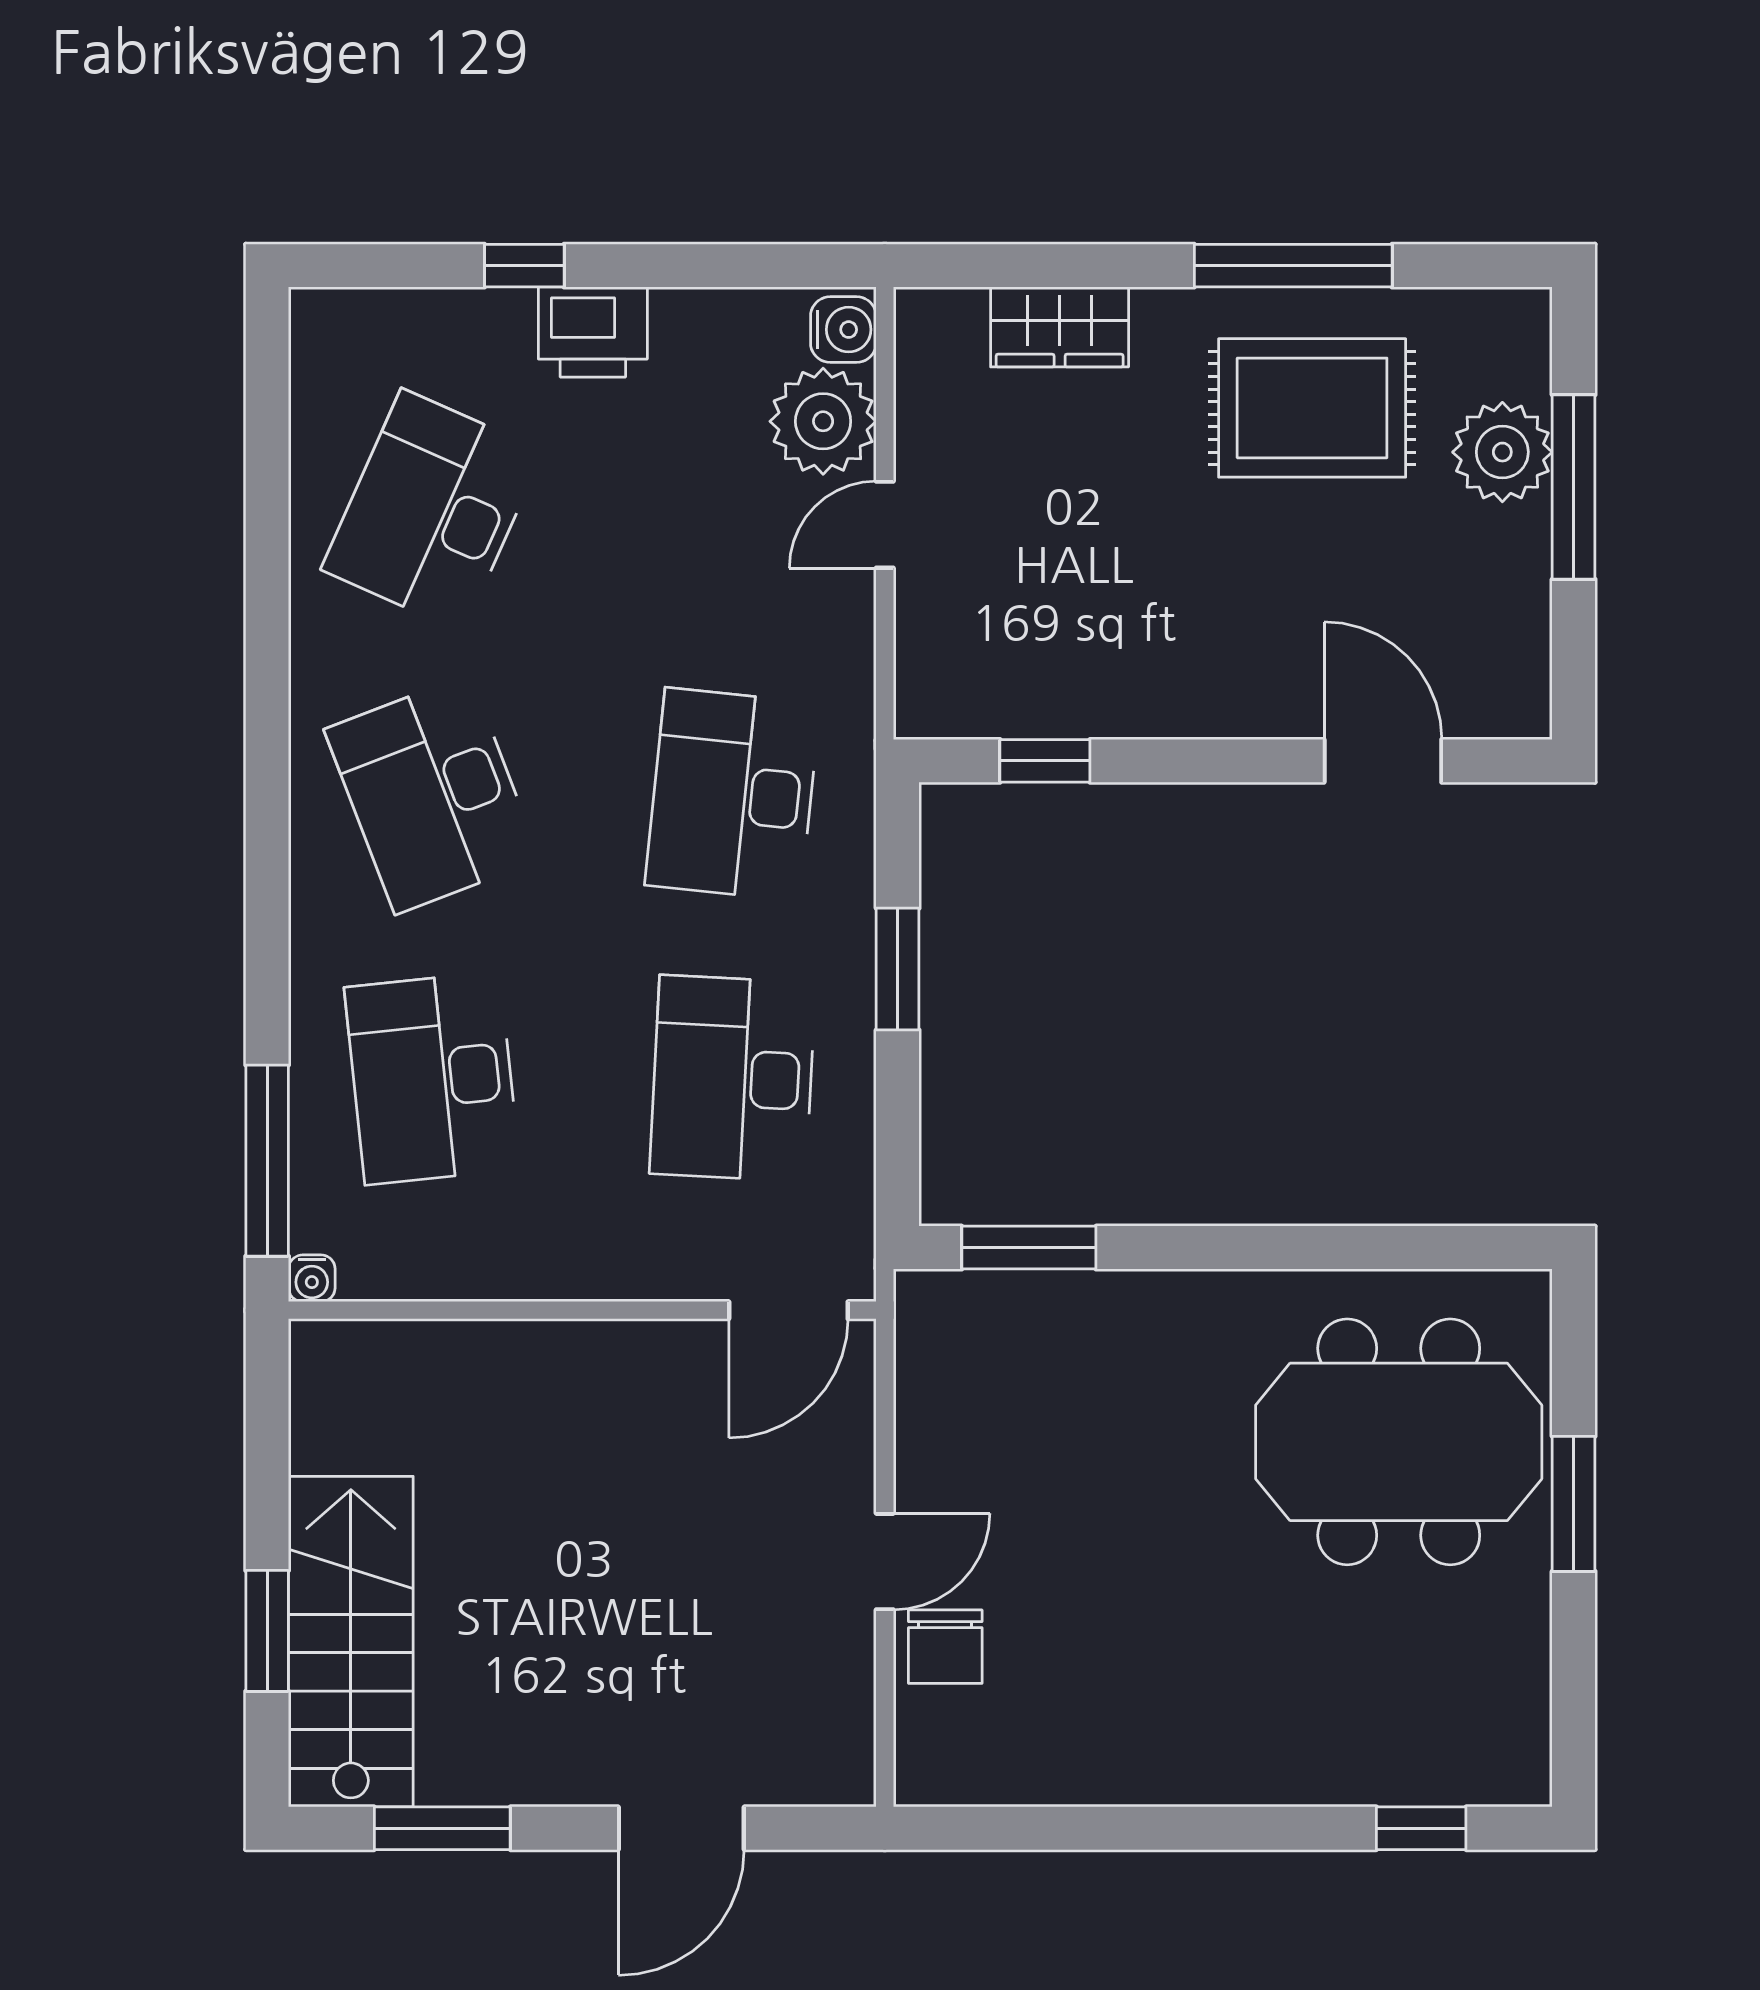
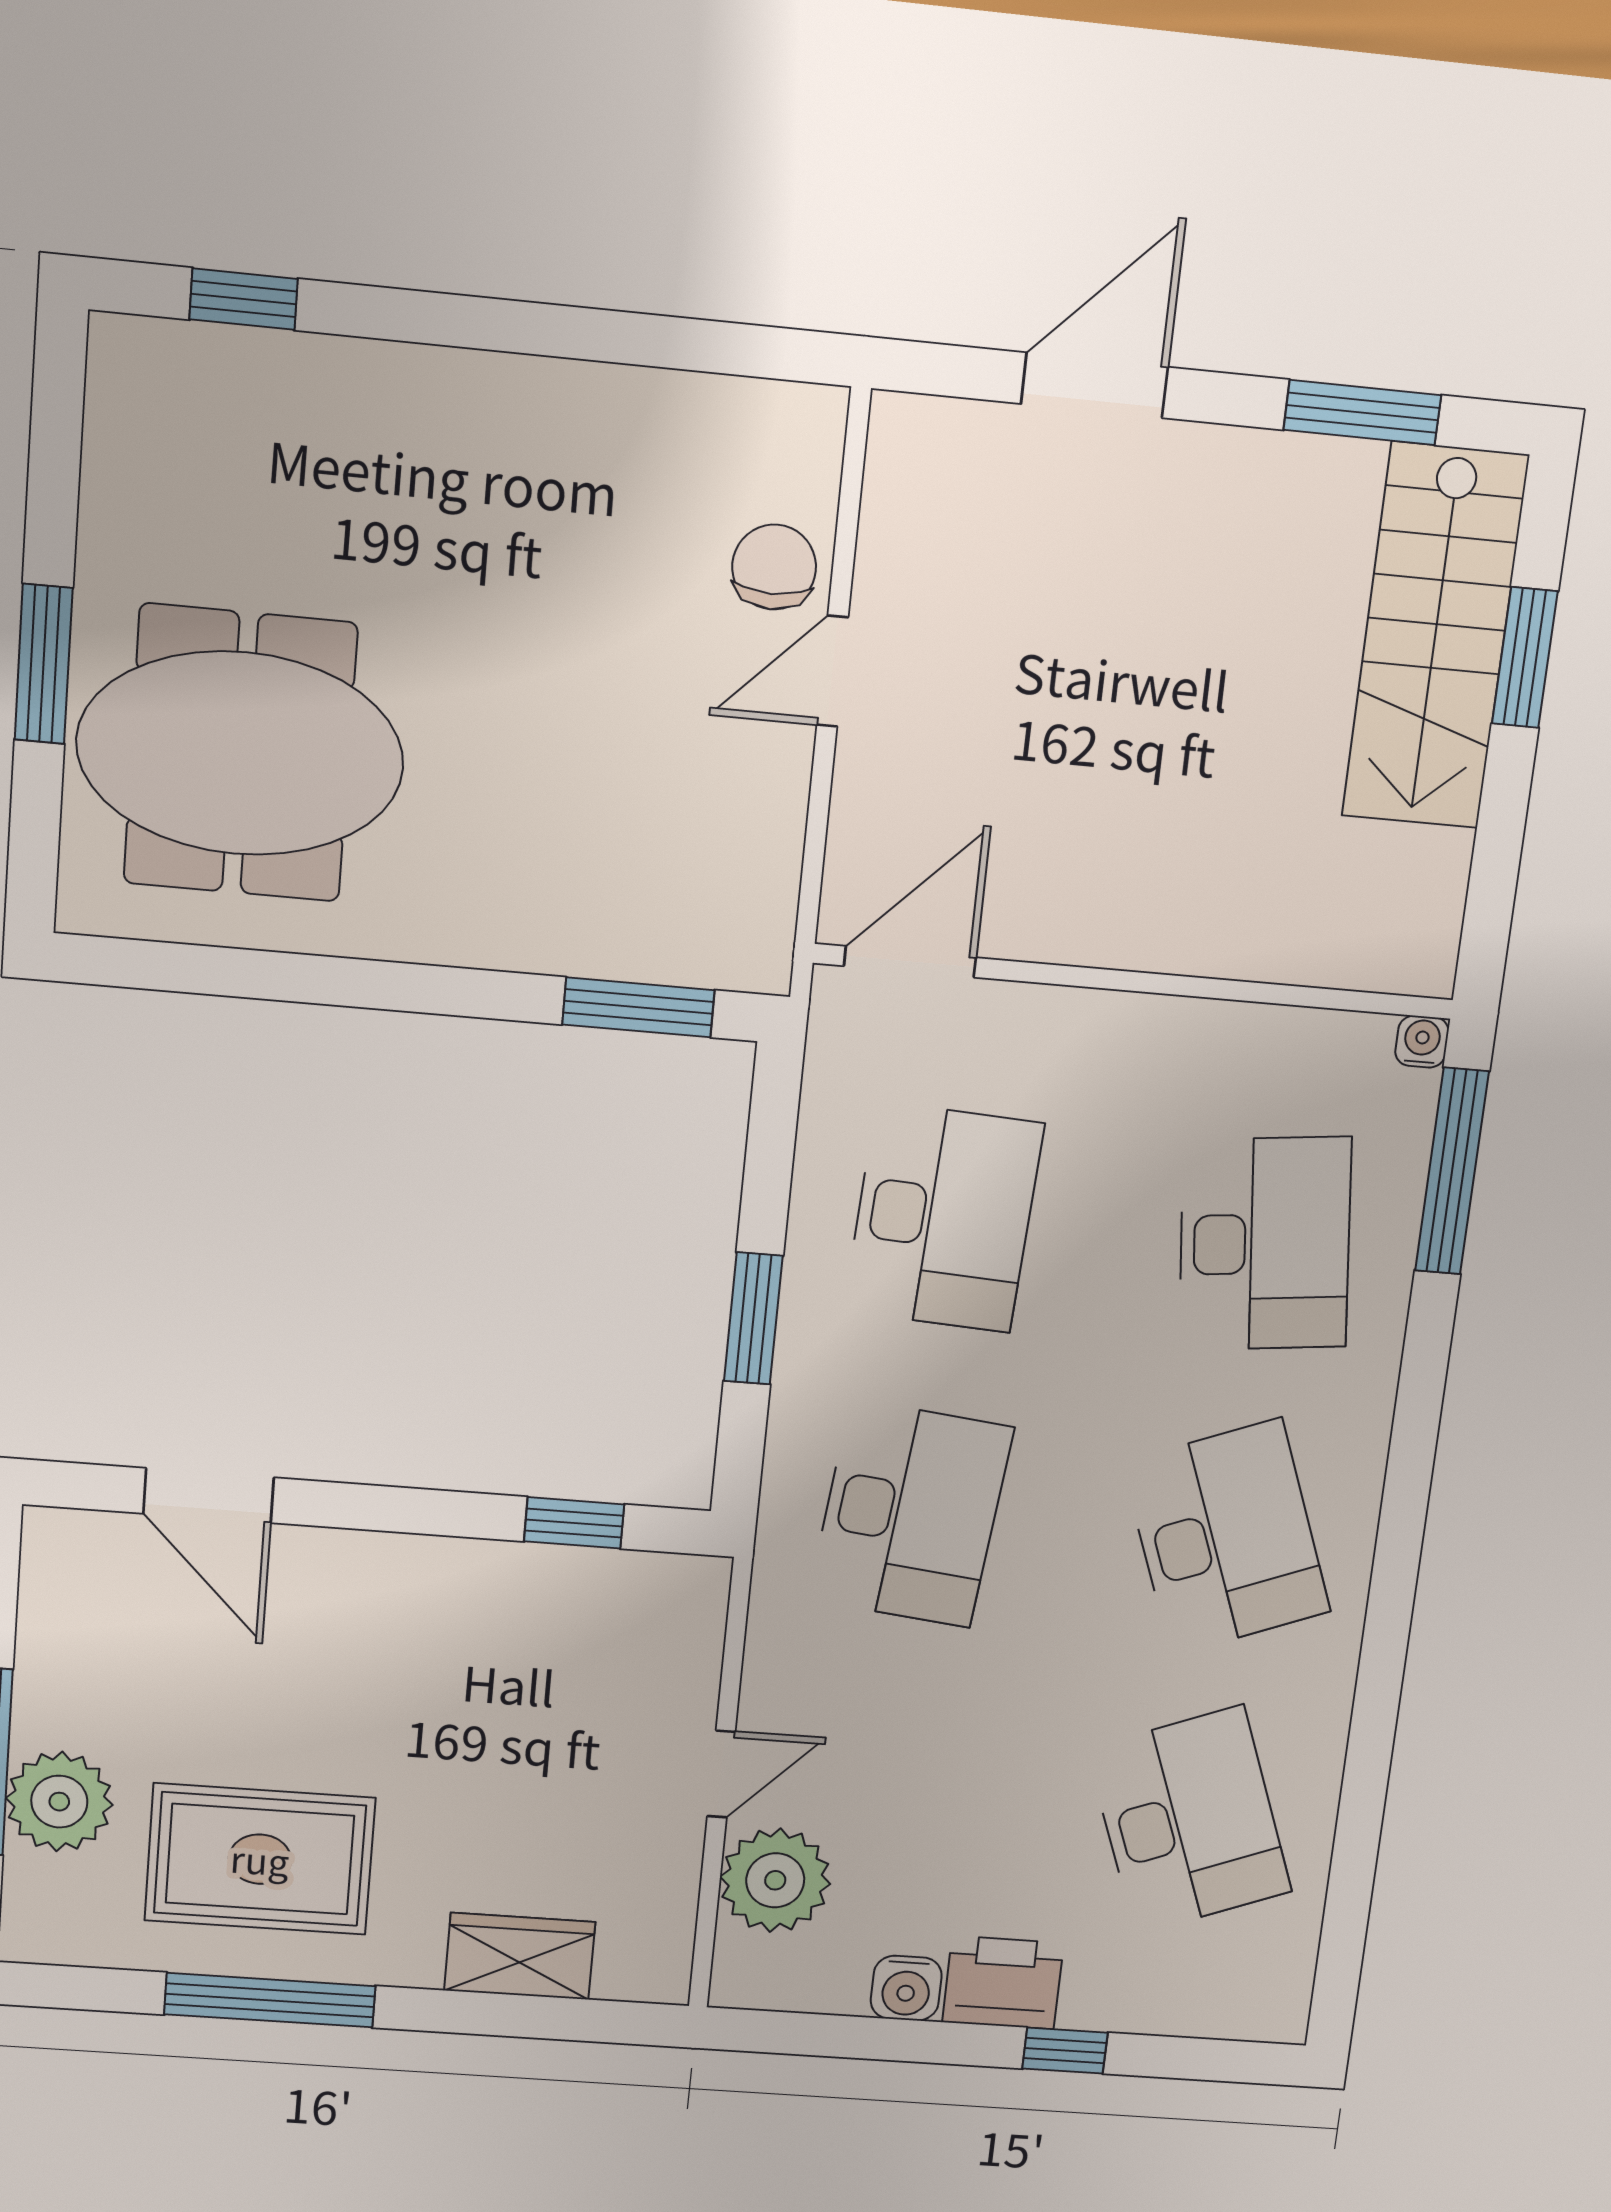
water cooler: (843, 330) -> (906, 1988), moved, turned -90
desk: (432, 510) -> (1189, 1820), turned -45

